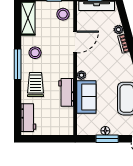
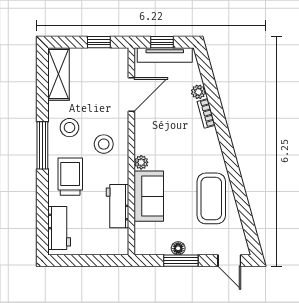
stool: (63, 14) -> (104, 144), moved
door: (75, 42) -> (131, 94), moved
workbench: (66, 92) -> (117, 206), moved

